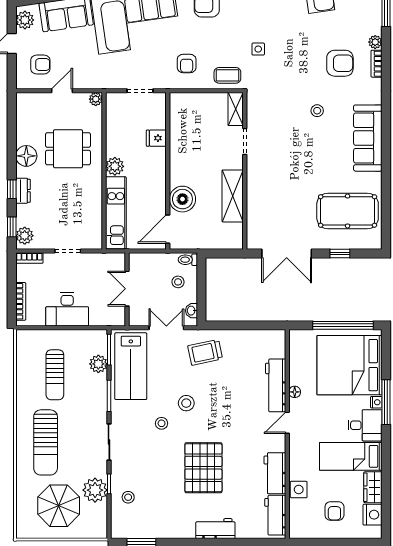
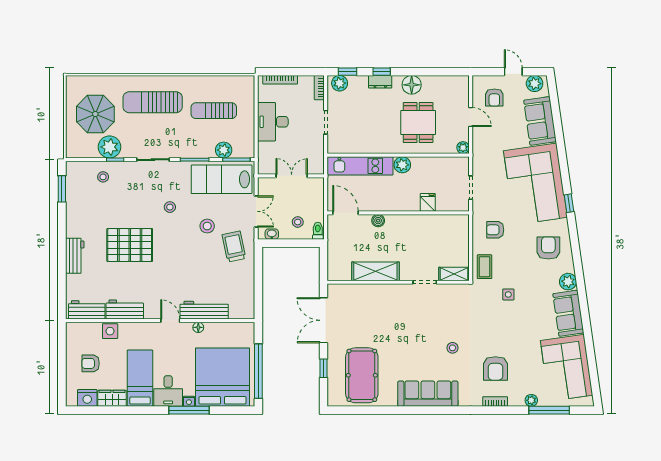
plant: (375, 42) -> (531, 400), moved
boiler: (182, 199) -> (378, 221), width x0.54, depth x0.54
stool: (186, 403) -> (207, 226), moved

